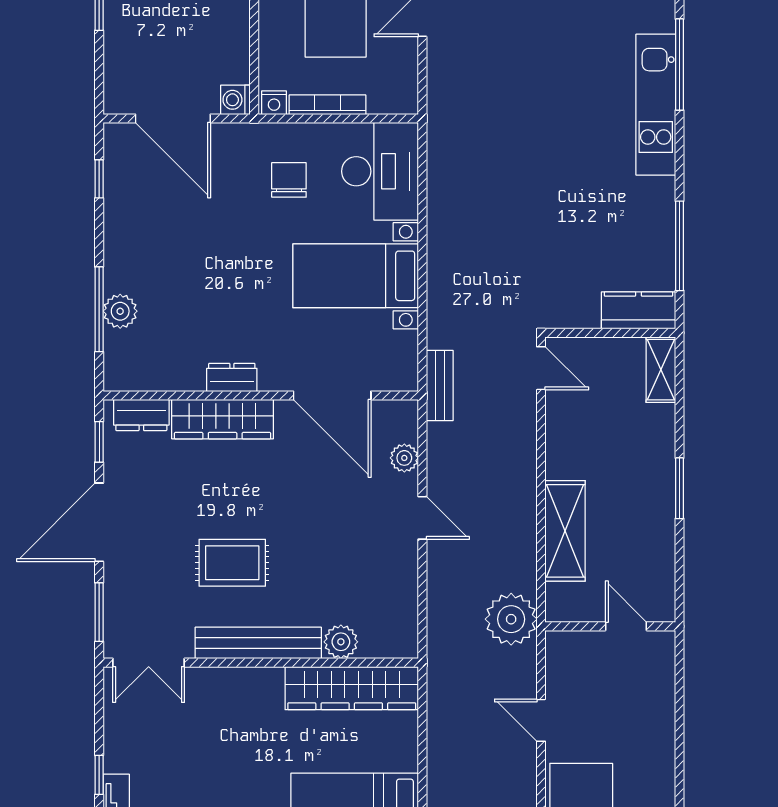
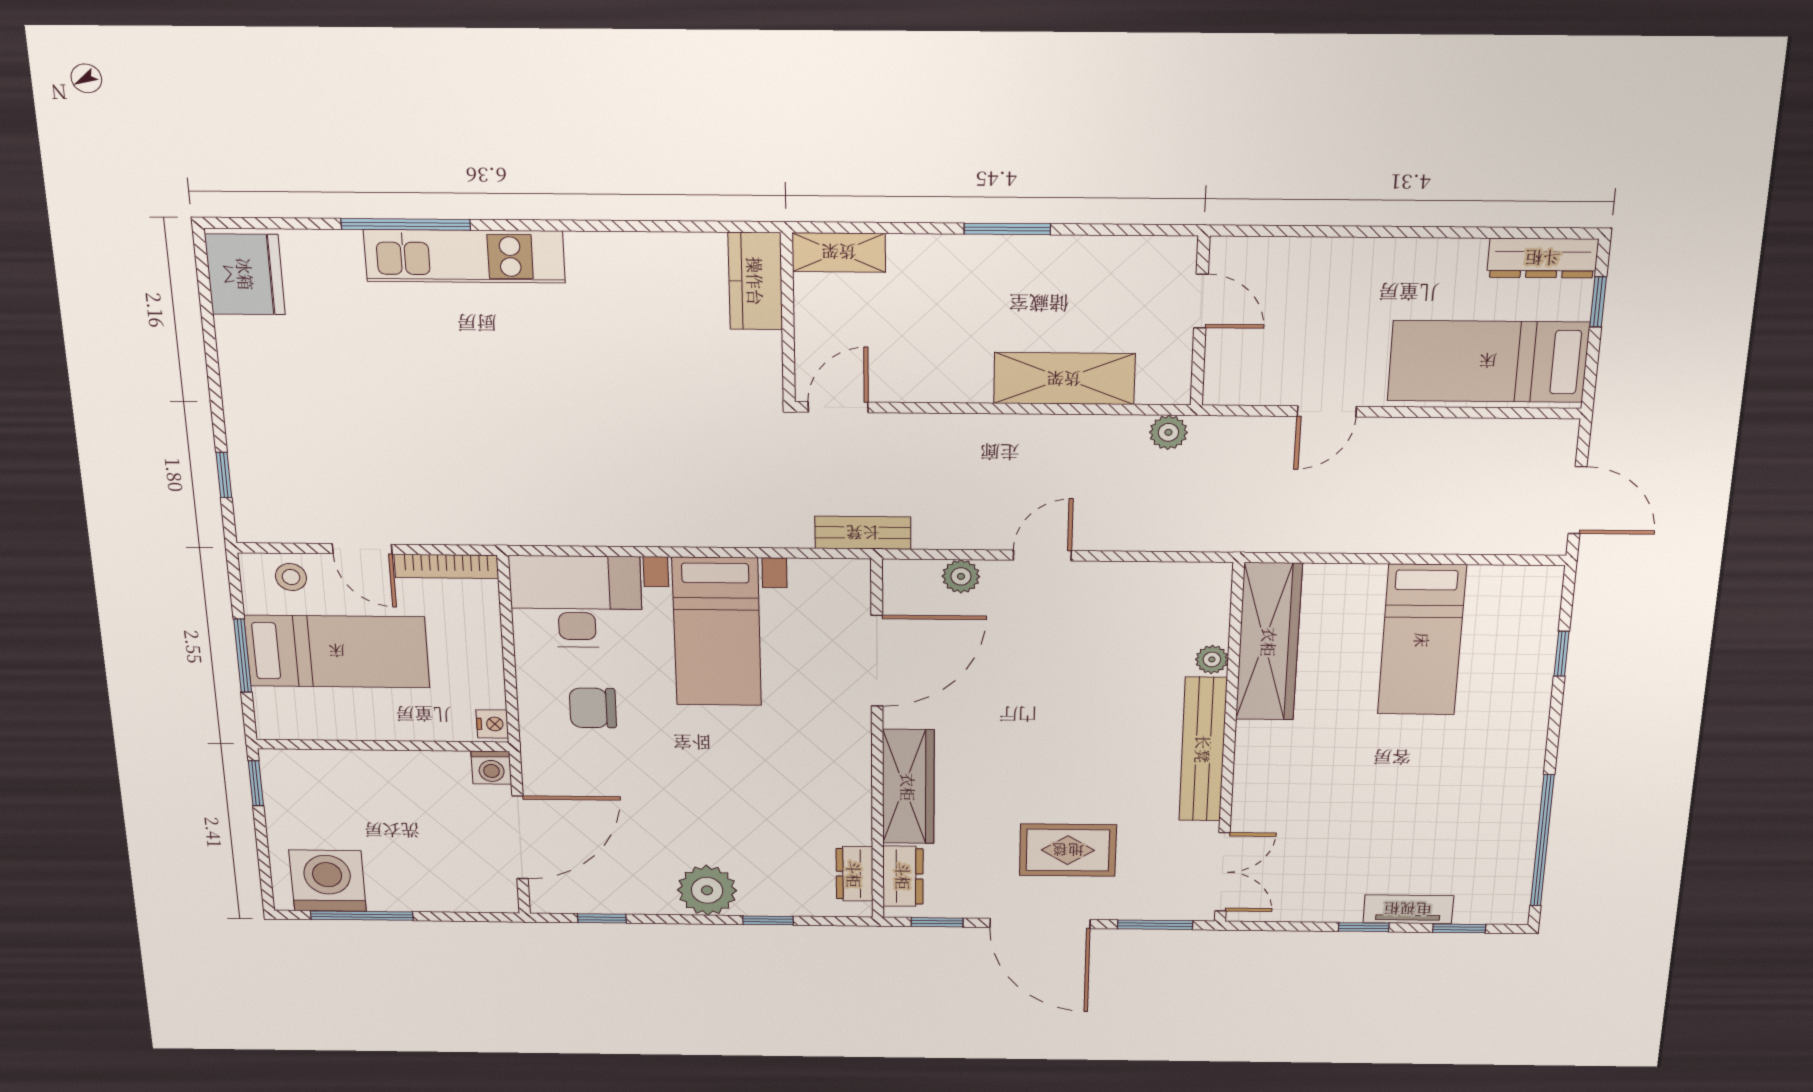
bookcase: (327, 105) -> (446, 566), moved, turned -90
window: (680, 246) -> (663, 226), removed
window: (99, 309) -> (768, 920), width x0.46
plant: (120, 311) -> (707, 890), moved, width x1.36, depth x1.36
dresser: (232, 377) -> (854, 874), moved
rug: (232, 563) -> (1068, 850), moved, turned 90
plant: (511, 619) -> (1168, 432), width x0.53, depth x0.53
door: (626, 626) -> (1201, 301), swing flipped
plant: (341, 642) -> (1212, 659), width x0.73, depth x0.73

